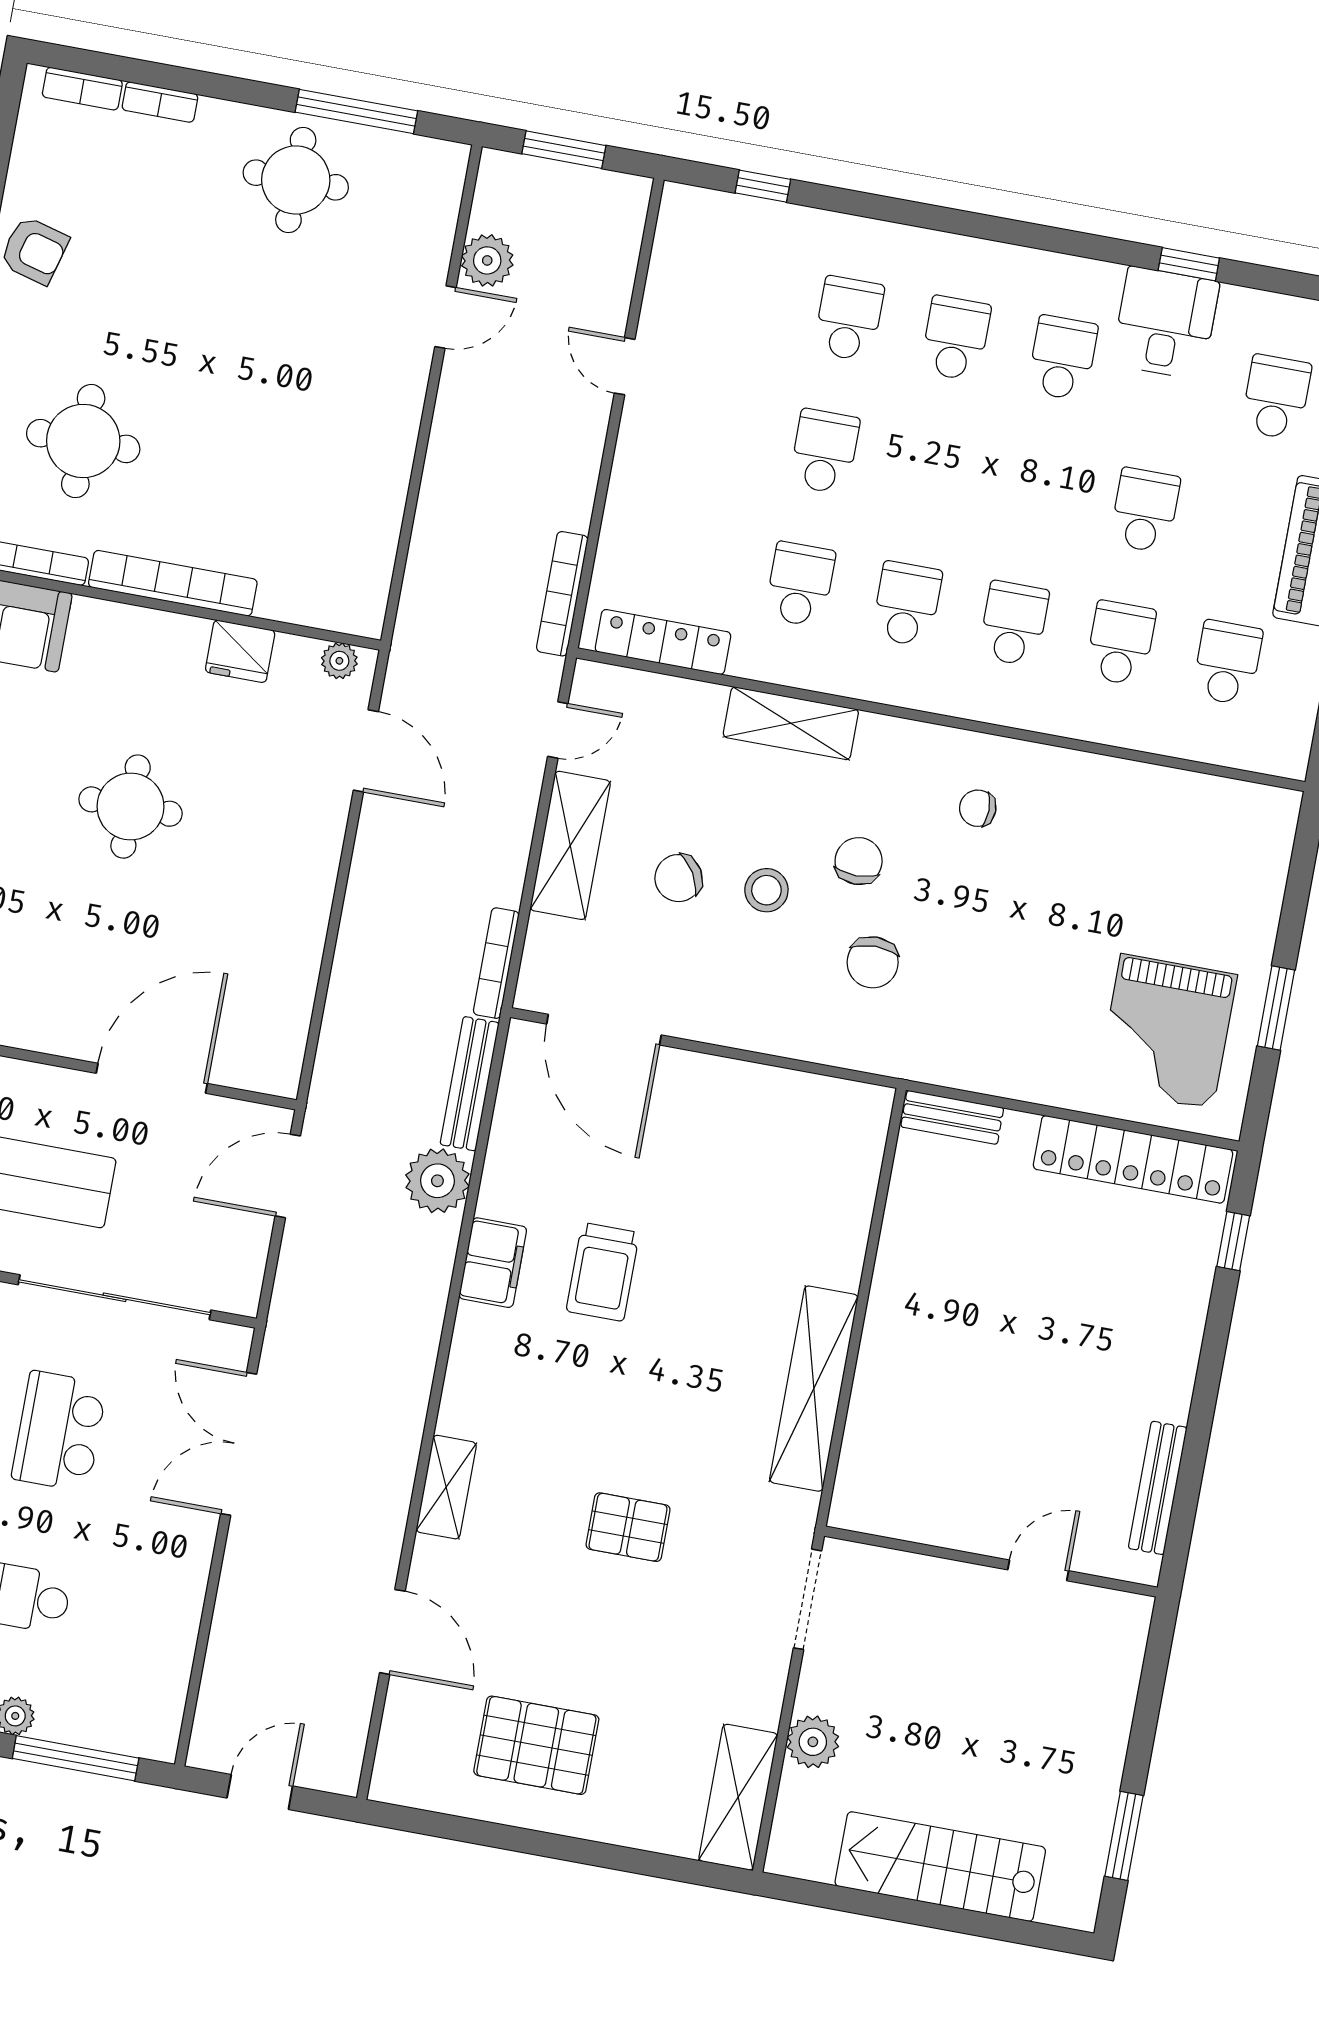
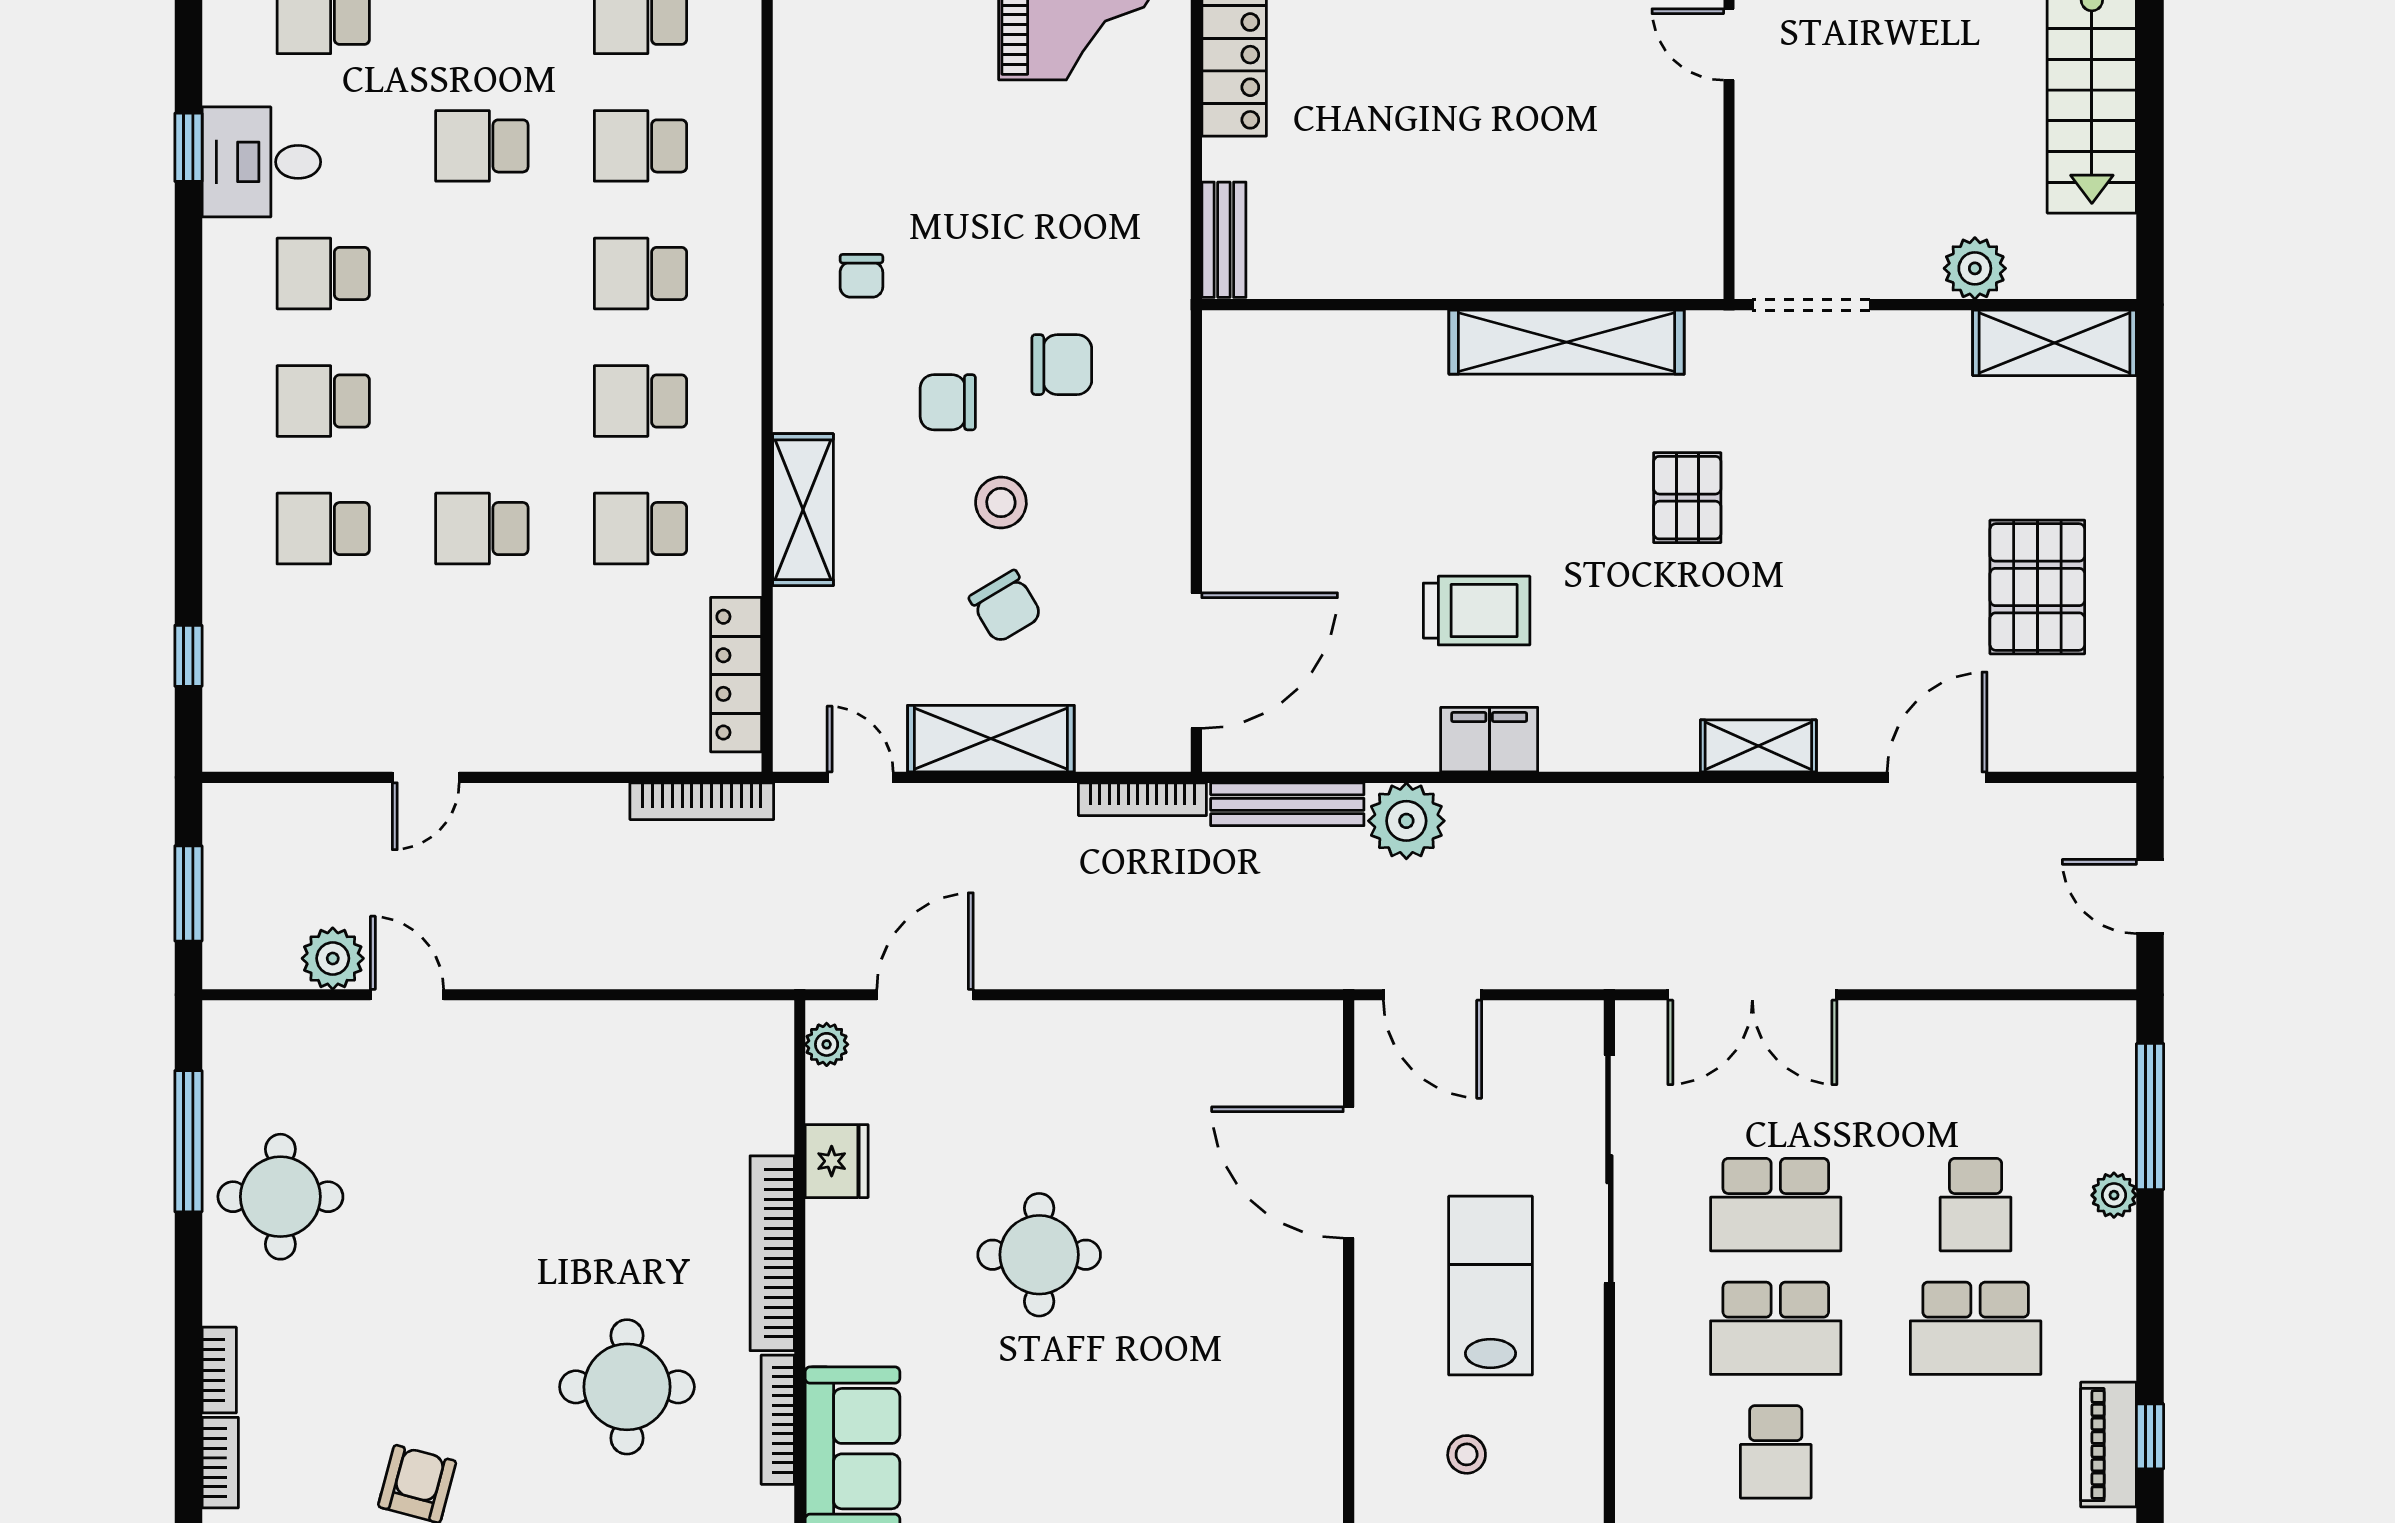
pallet: (628, 1527) -> (1687, 498), moved

